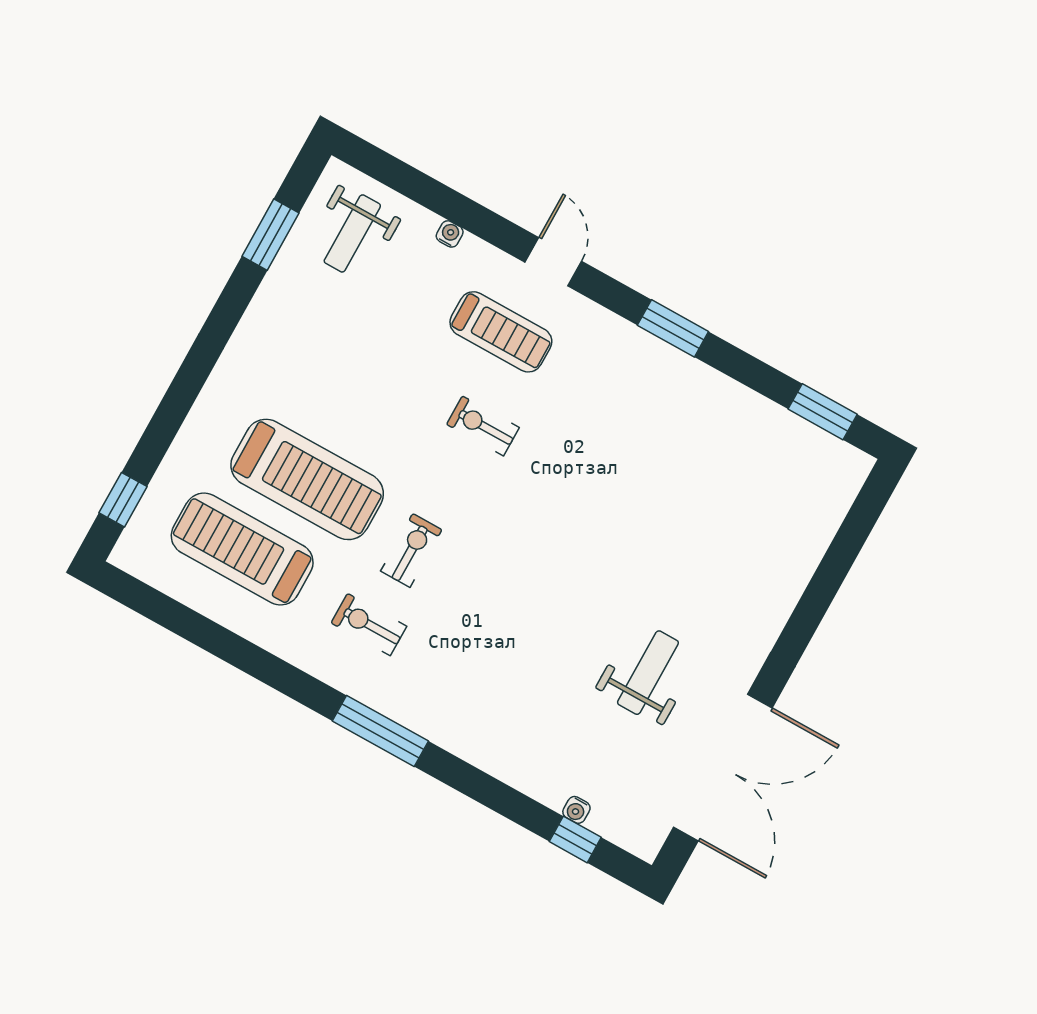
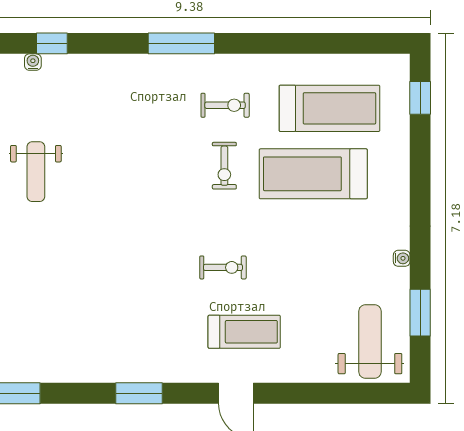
weight bench: (352, 233) -> (370, 341), width x1.36, depth x1.33
water cooler: (450, 234) -> (402, 258), moved, turned -90
treadmill: (501, 332) -> (244, 332), turned 180
window: (575, 839) -> (52, 43), moved

